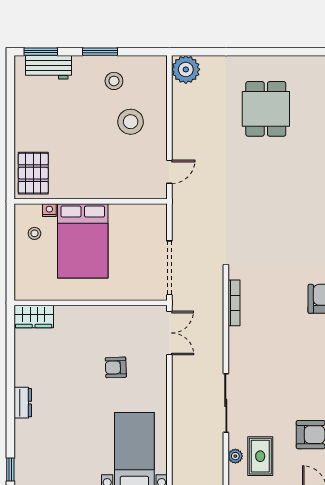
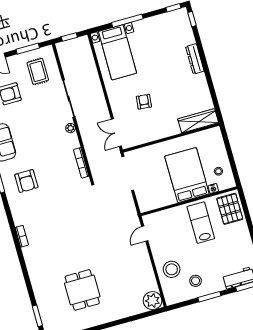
dining table: (266, 109) -> (82, 290), moved
stool: (131, 122) -> (172, 269), moved
lab bench: (82, 165) -> (201, 223), added
wardrobe: (34, 316) -> (198, 121), width x1.50
armchair: (116, 367) -> (144, 102), turned -82
dresser: (23, 403) -> (195, 59), width x1.44
plant: (235, 456) -> (71, 128), moved

